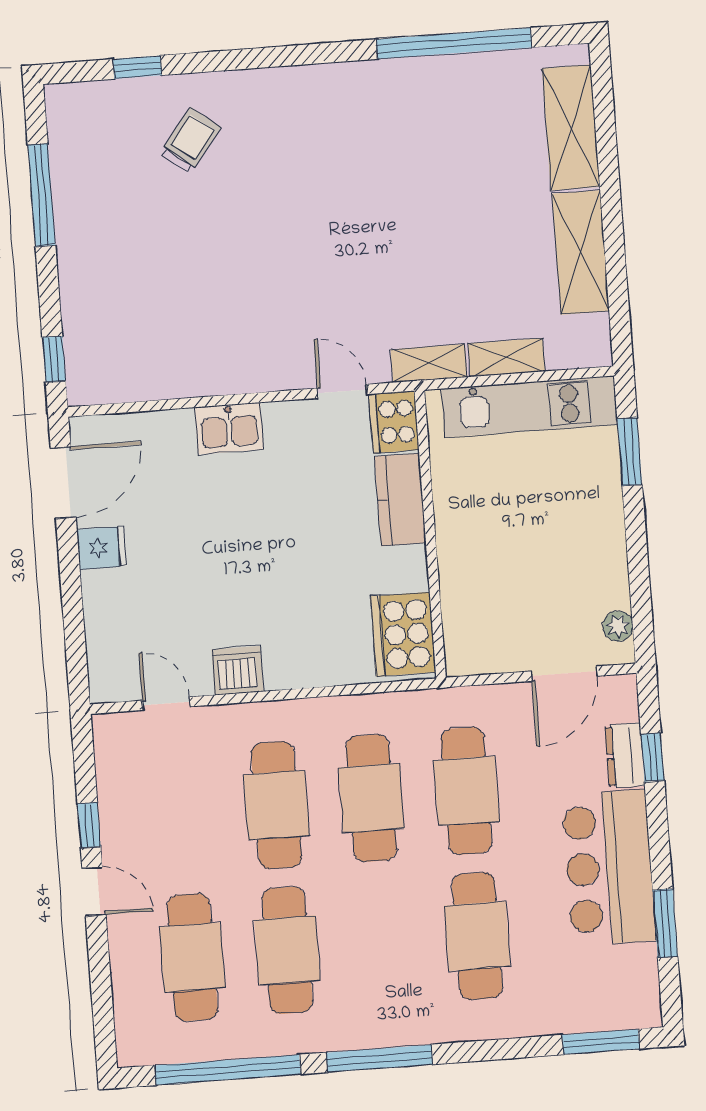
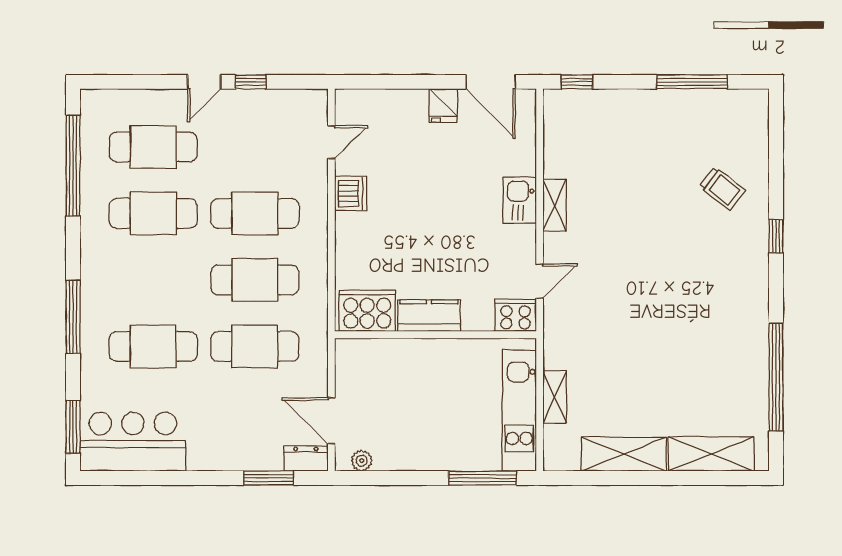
window: (137, 67) -> (776, 236), moved
shelving: (429, 363) -> (555, 205), moved
window: (630, 452) -> (482, 478), width x1.44
kitchen counter: (400, 500) -> (429, 316), moved
dresser: (625, 755) -> (306, 459), moved
window: (653, 757) -> (268, 478), width x1.50
bar counter: (609, 868) -> (133, 442), moved
window: (665, 923) -> (152, 478), removed
window: (379, 1058) -> (73, 317), moved

